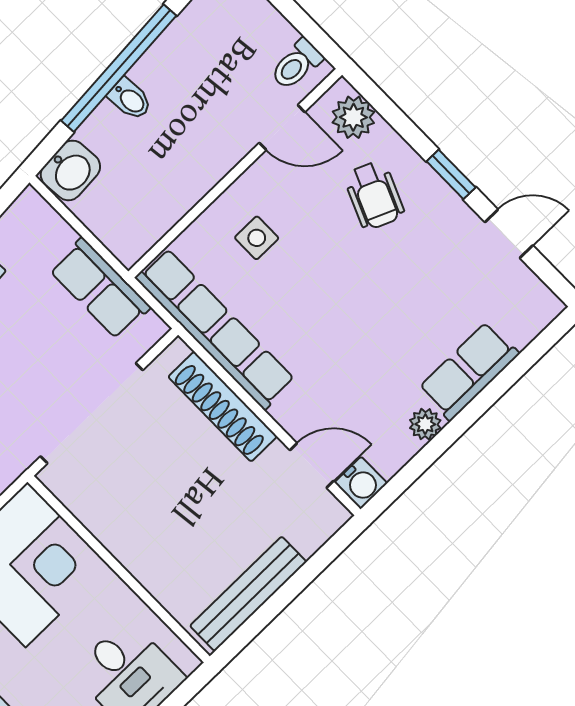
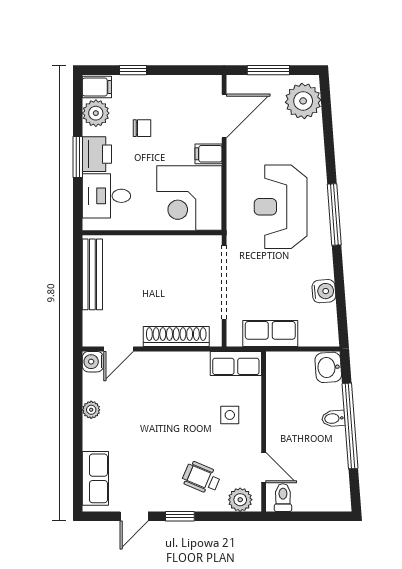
door: (282, 127) -> (264, 468), swing flipped
row of seats: (215, 329) -> (236, 363), width x0.50
row of seats: (469, 371) -> (95, 478), moved

